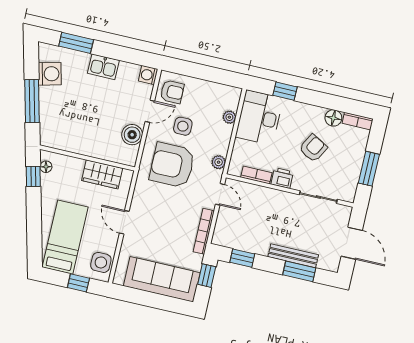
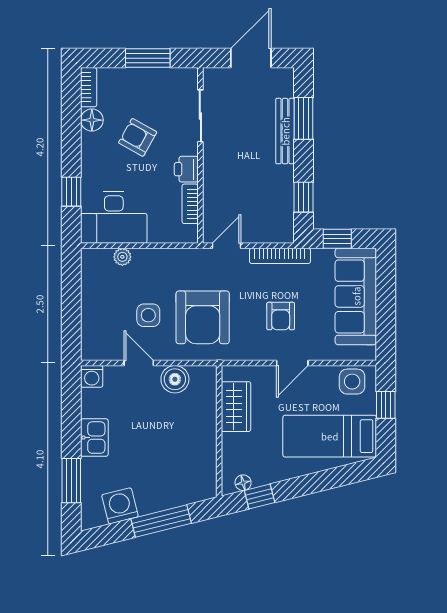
armchair: (172, 92) -> (281, 316), moved, turned 180
plant: (219, 162) -> (185, 257), removed

